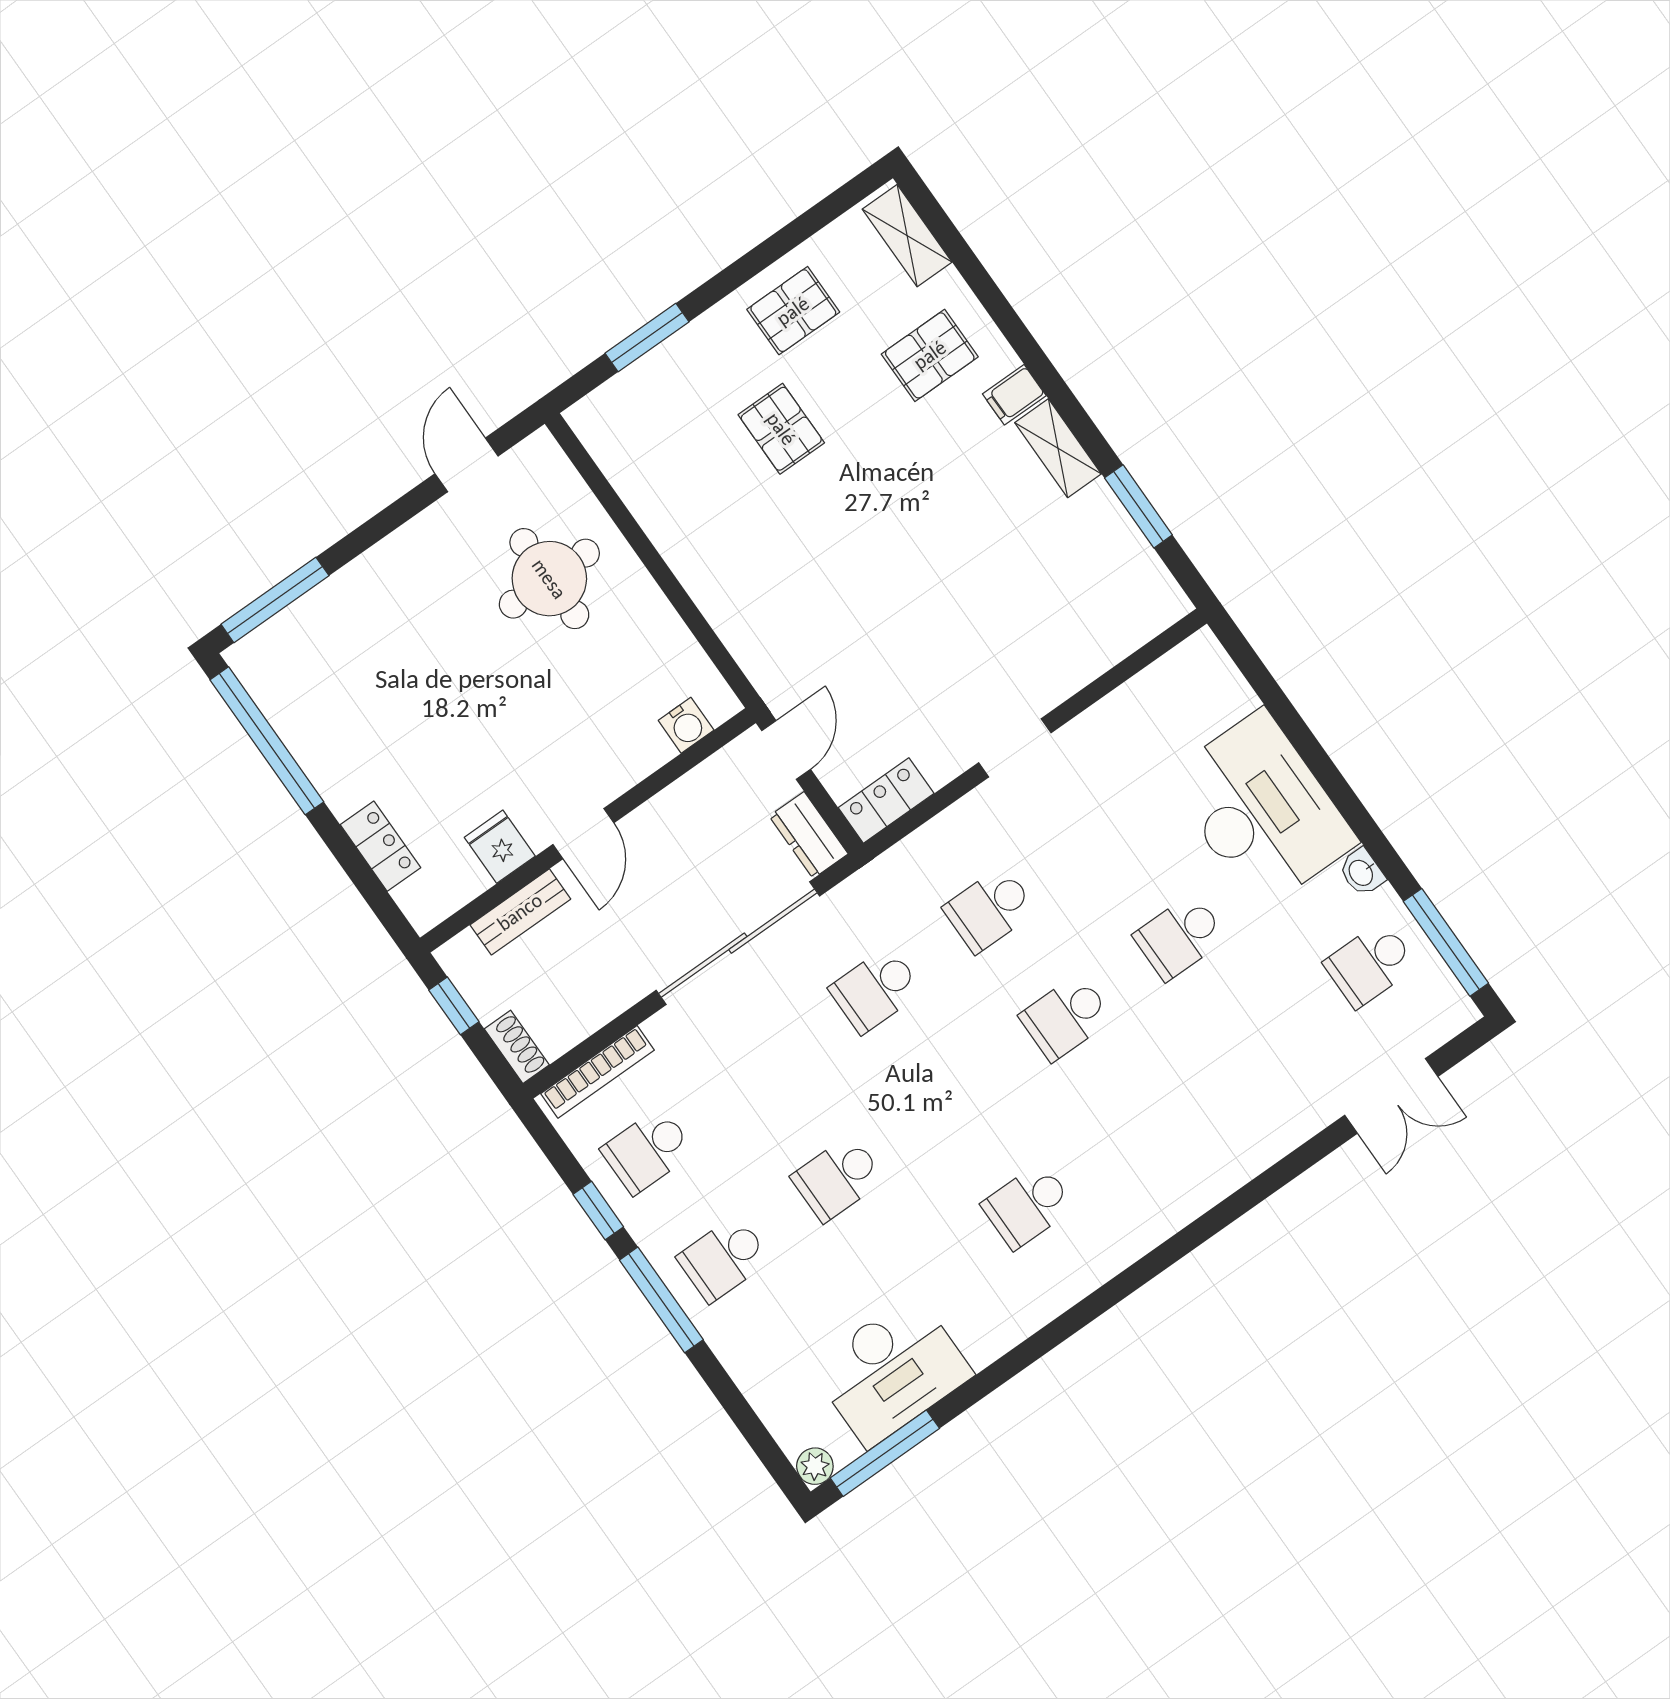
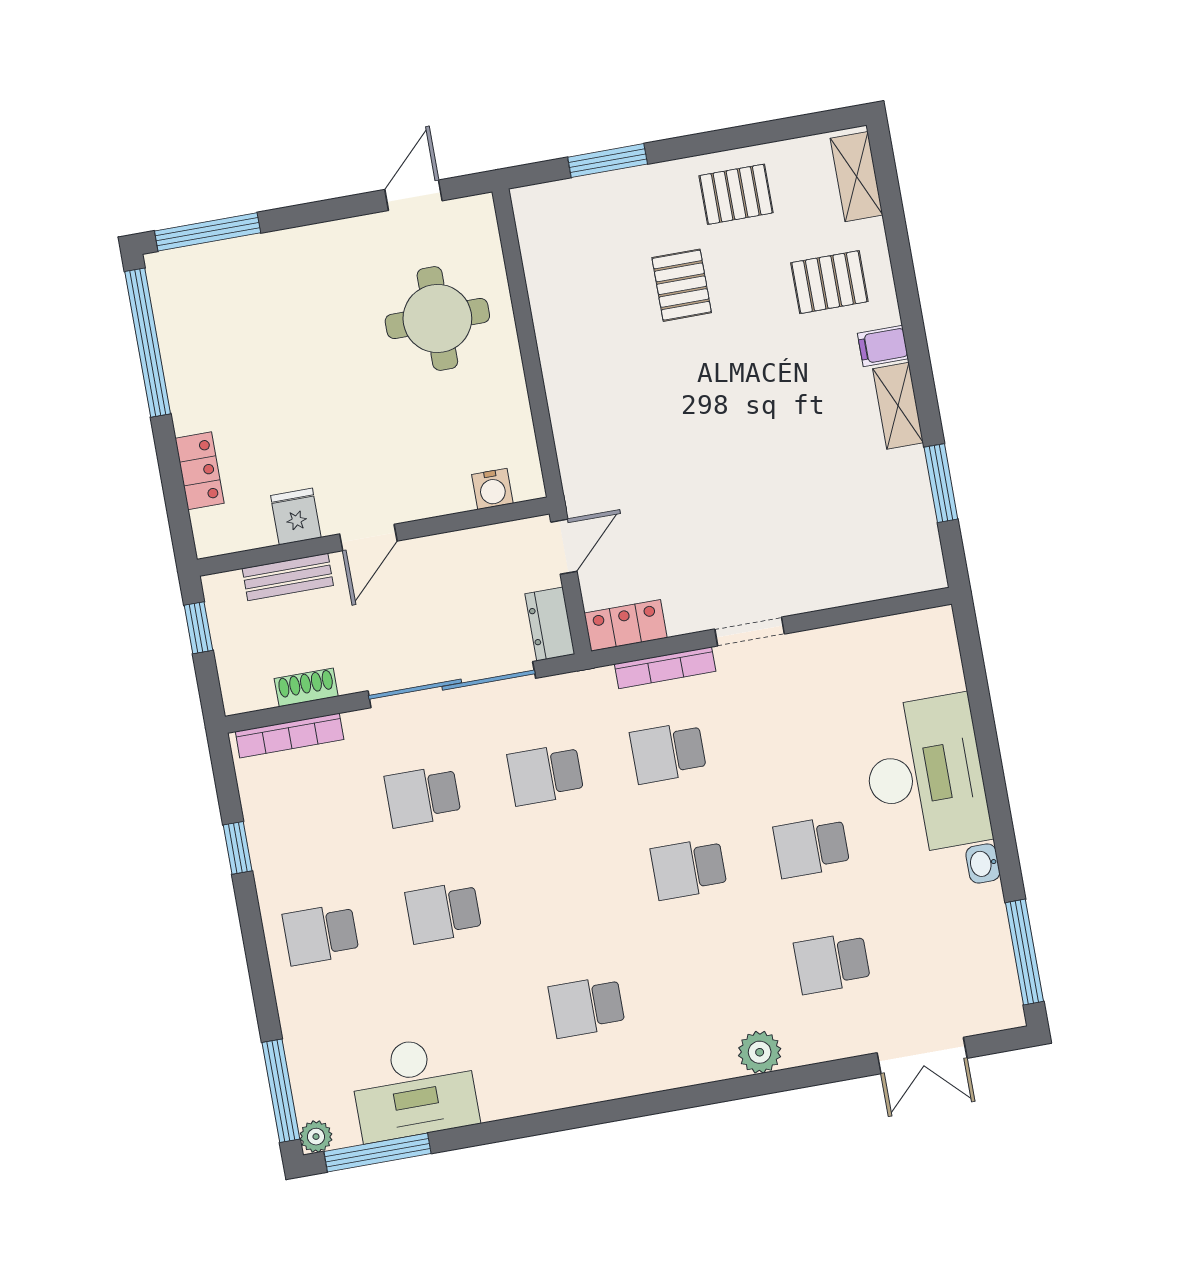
bookcase: (946, 825) -> (665, 668), added
school desk: (1370, 964) -> (832, 963), moved
shoe rack: (517, 1047) -> (306, 687), moved, turned -90
school desk: (647, 1151) -> (423, 796), moved
plant: (1225, 1170) -> (760, 1052), added
window: (661, 1300) -> (281, 1091), moved

